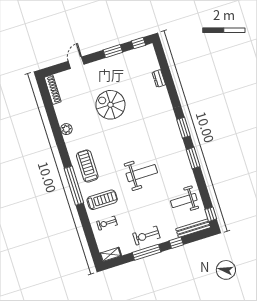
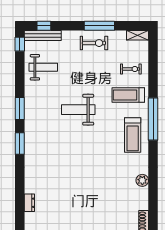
spiral stairs: (110, 105) -> (88, 191), removed
window: (176, 243) -> (44, 26), moved

